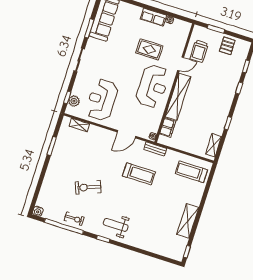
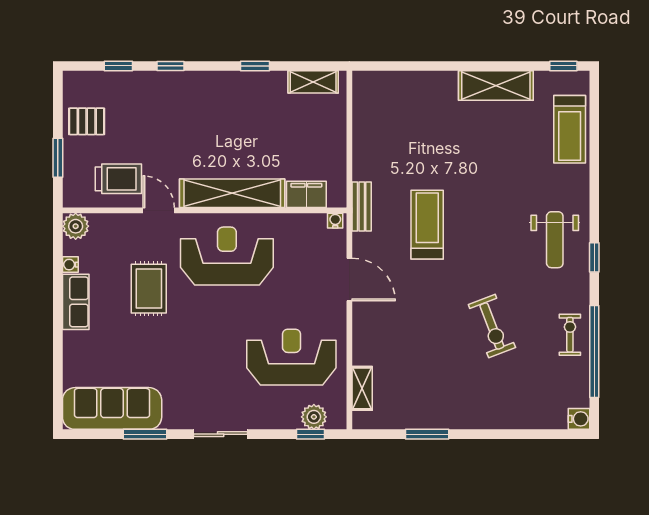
plant: (185, 27) -> (76, 226), added
reception desk: (102, 100) -> (291, 357), turned 180
treadmill: (191, 172) -> (570, 129), moved

